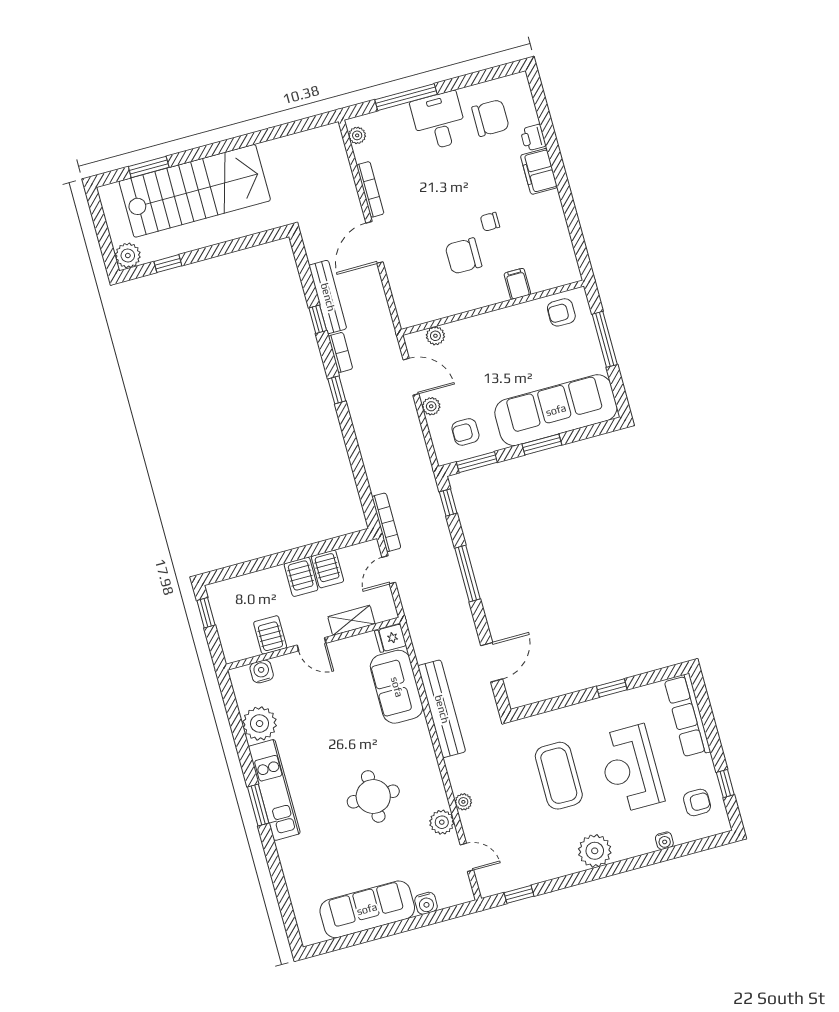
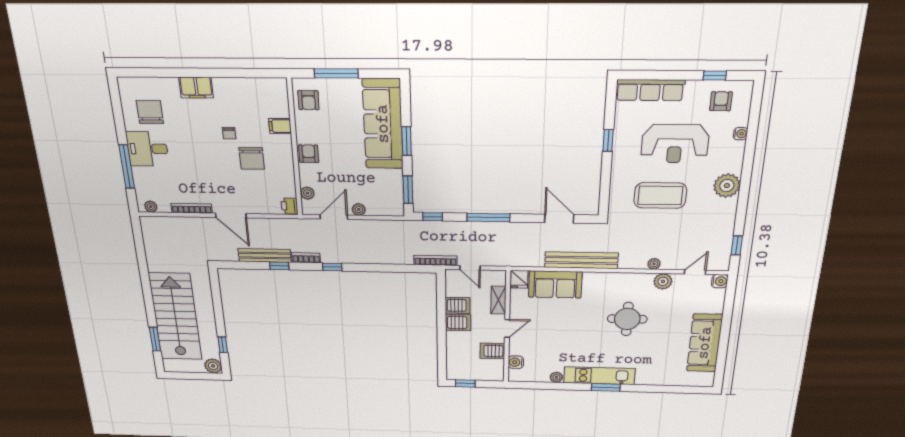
printer: (533, 138) -> (290, 206), moved, turned 90
armchair: (465, 432) -> (309, 154), moved, turned 180
plant: (260, 724) -> (556, 377), width x0.53, depth x0.53
water cooler: (426, 903) -> (720, 281), moved

